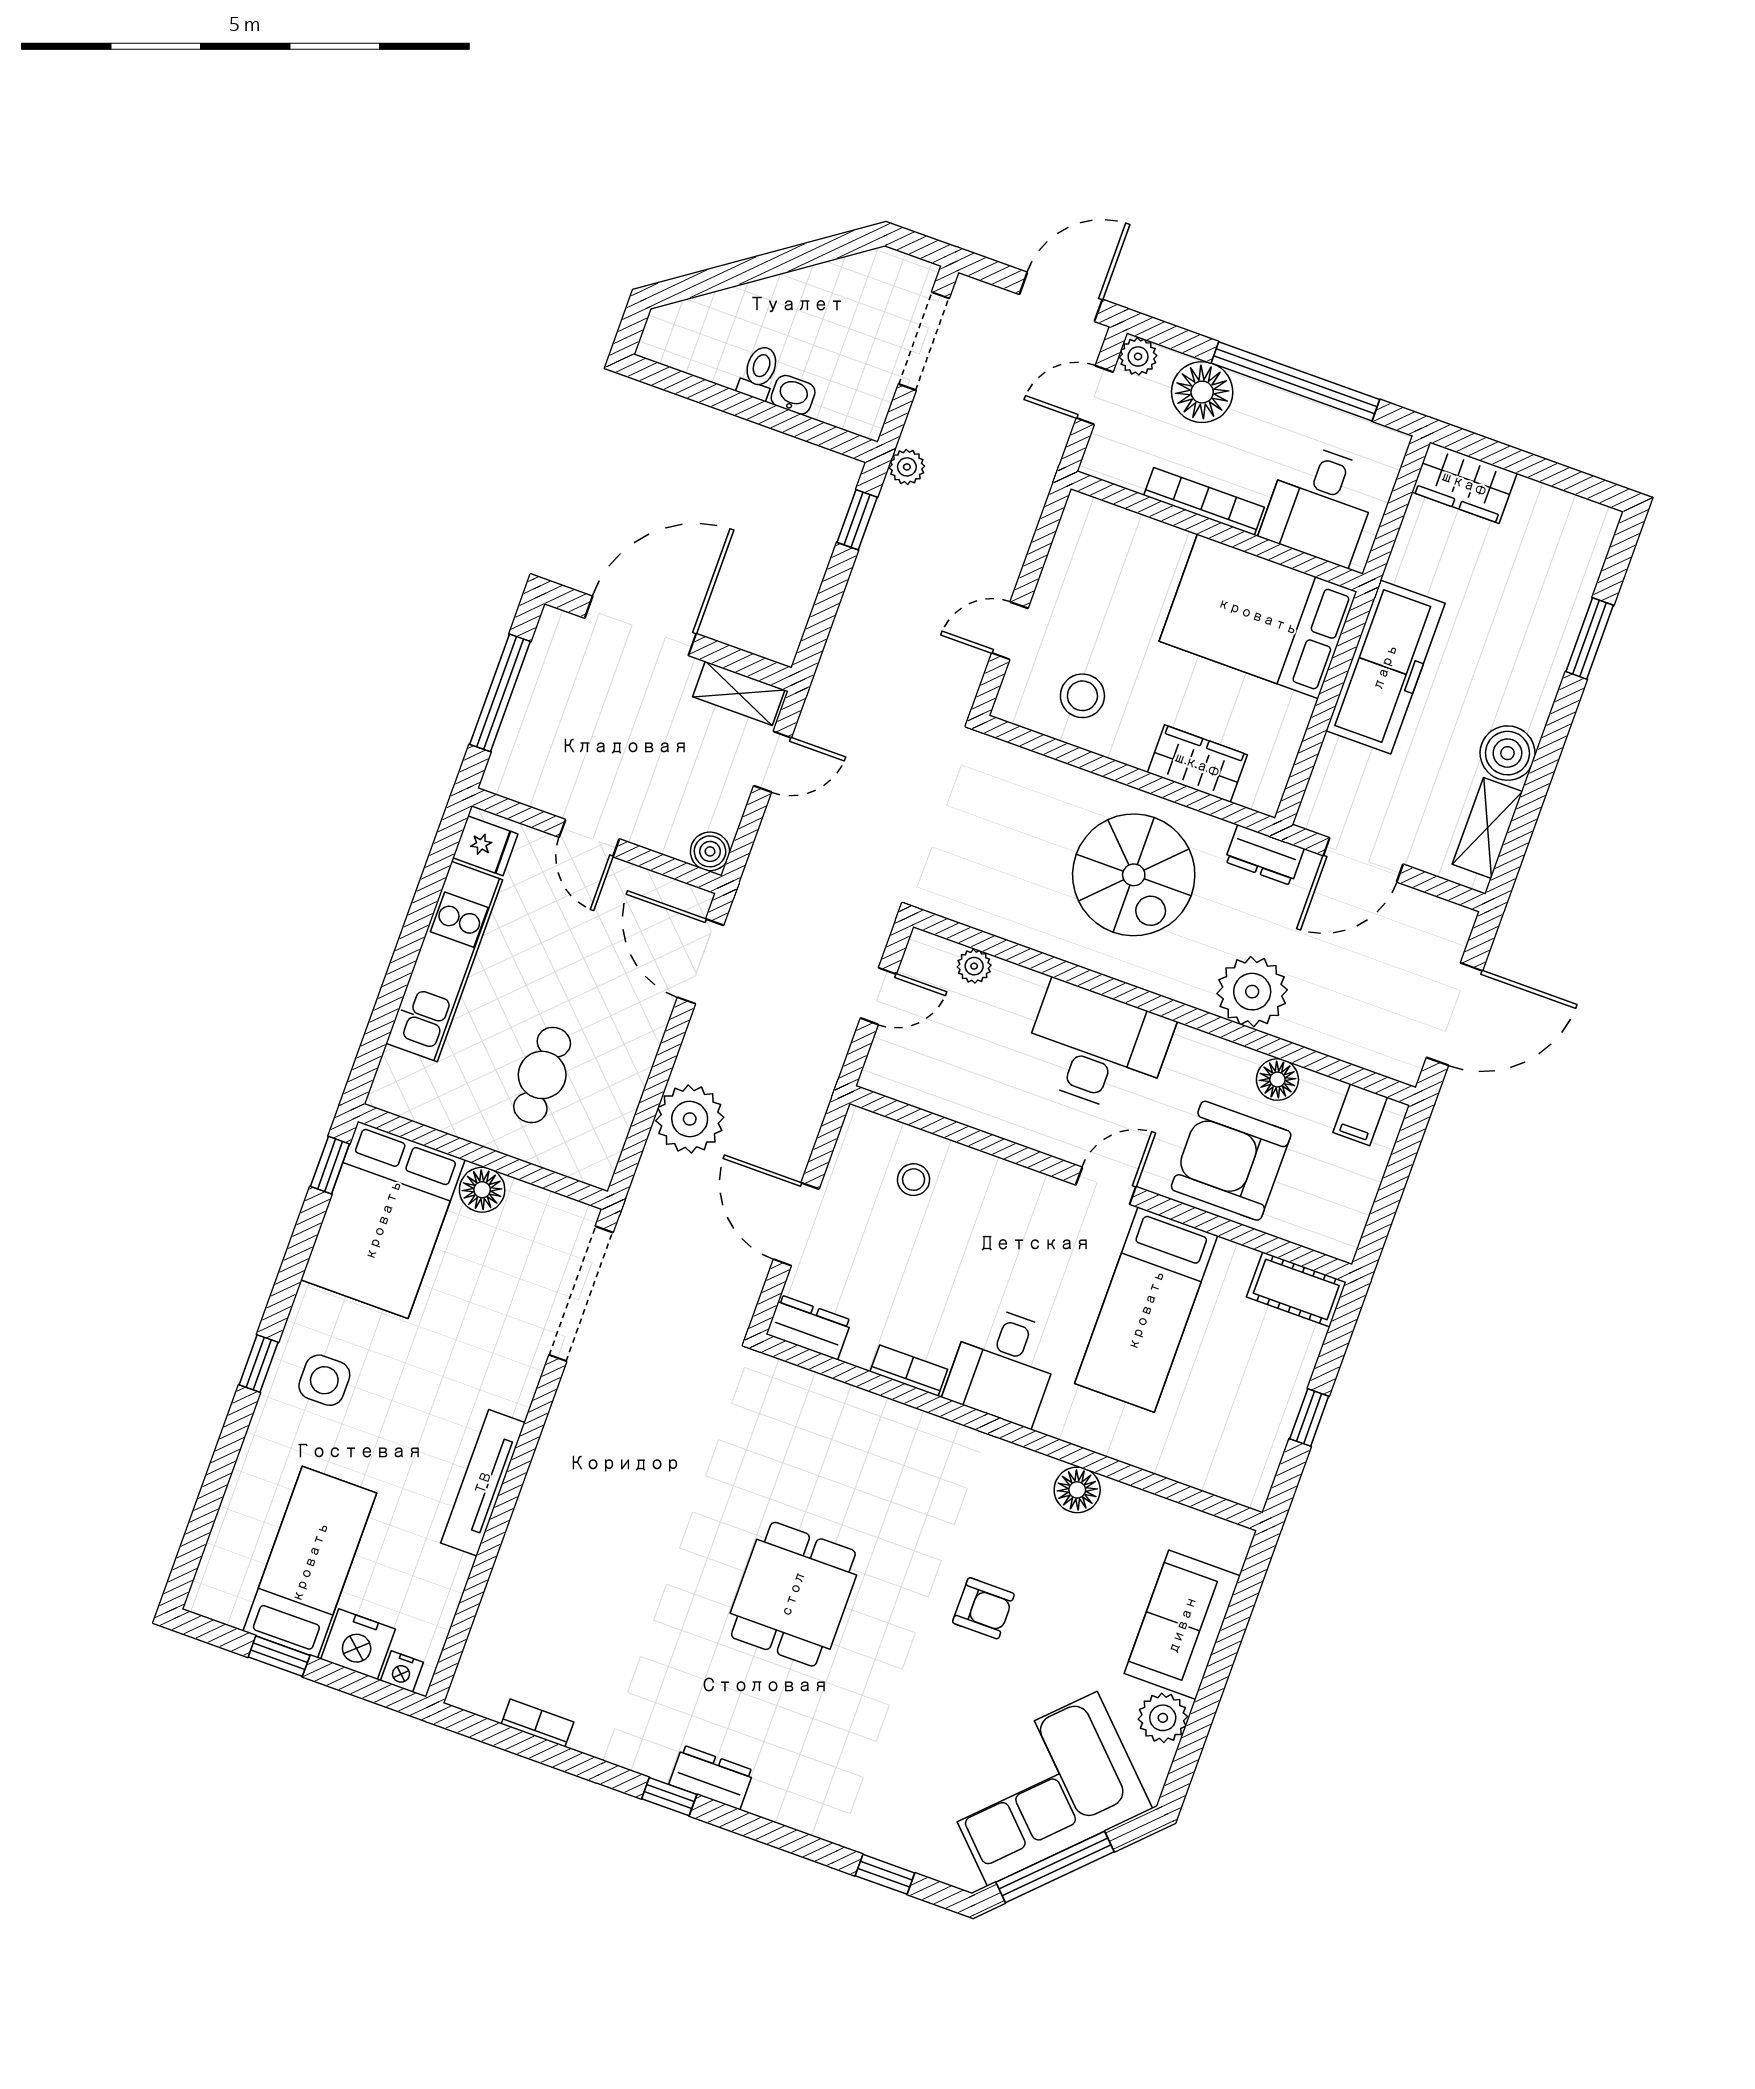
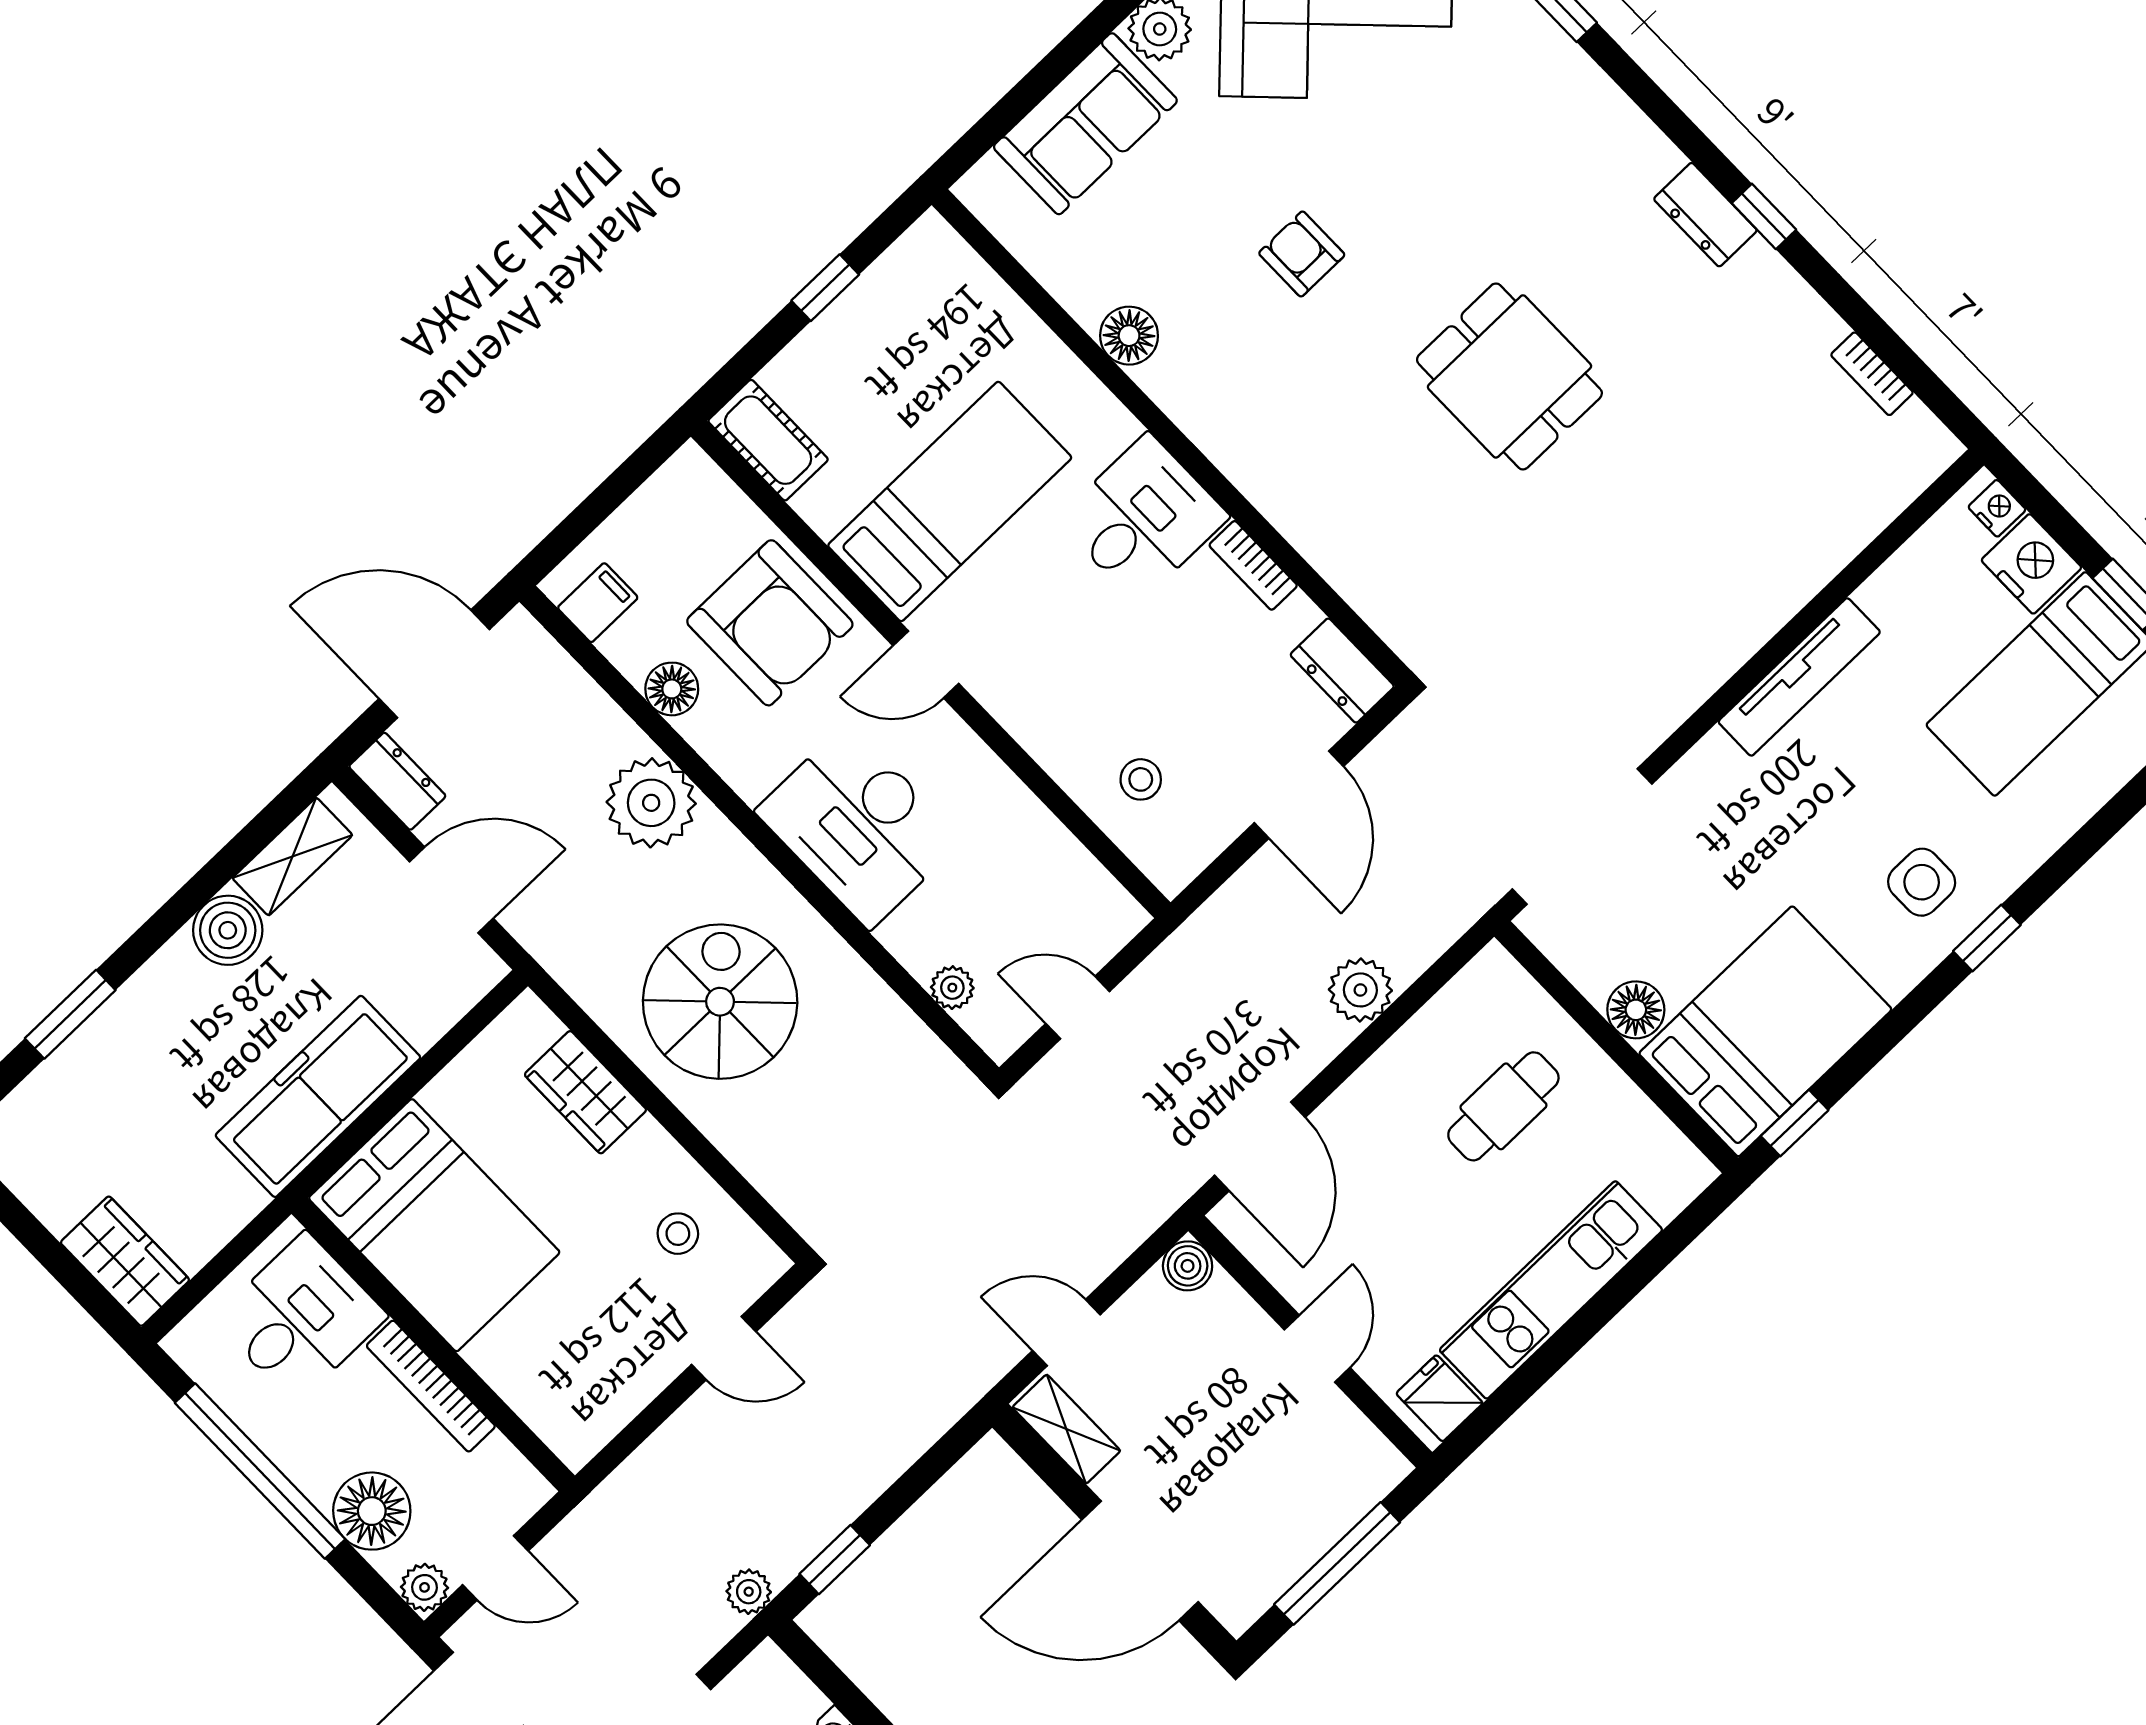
stool: (1082, 696) -> (678, 1234), width x0.73, depth x0.73
dresser: (1264, 855) -> (397, 781), moved
plant: (690, 1119) -> (1360, 990), width x0.73, depth x0.73
dining table: (793, 1594) -> (1509, 376), turned 90

